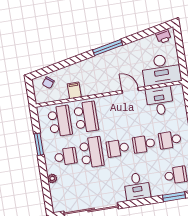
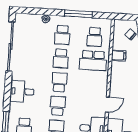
school desk: (60, 121) -> (95, 37), width x0.54
window: (39, 144) -> (78, 14), width x1.44
school desk: (92, 152) -> (61, 59), width x0.54

